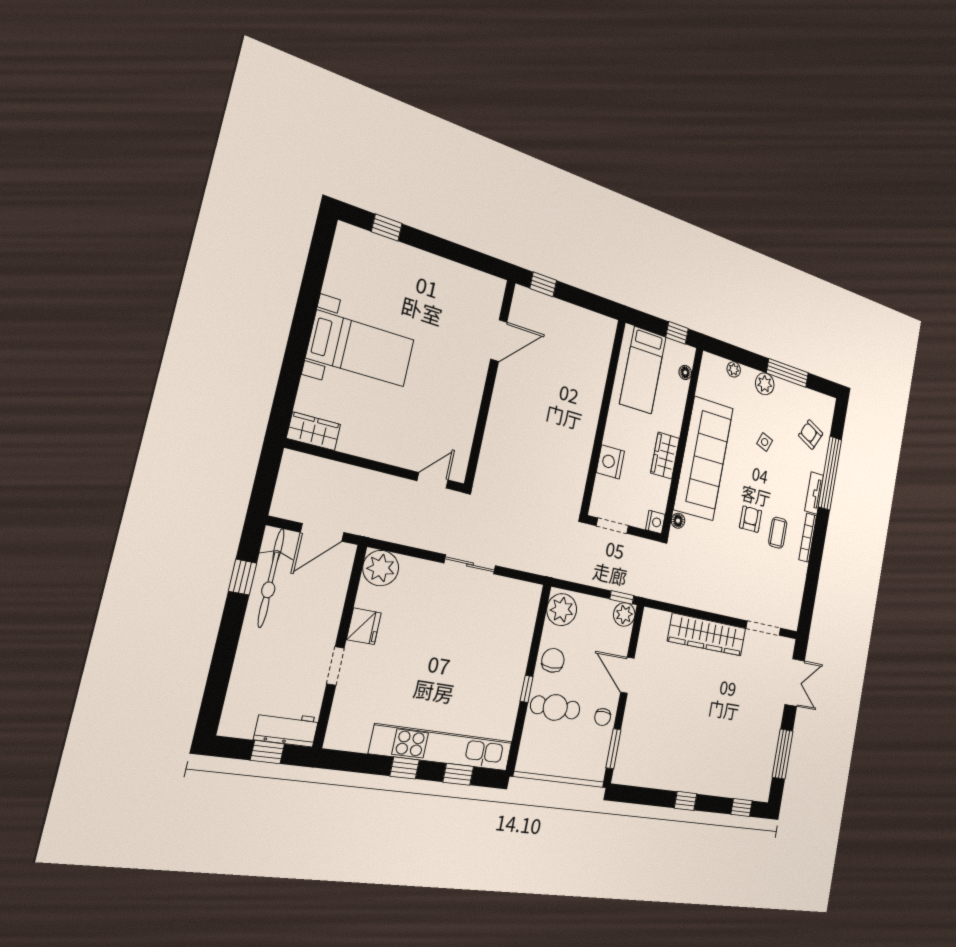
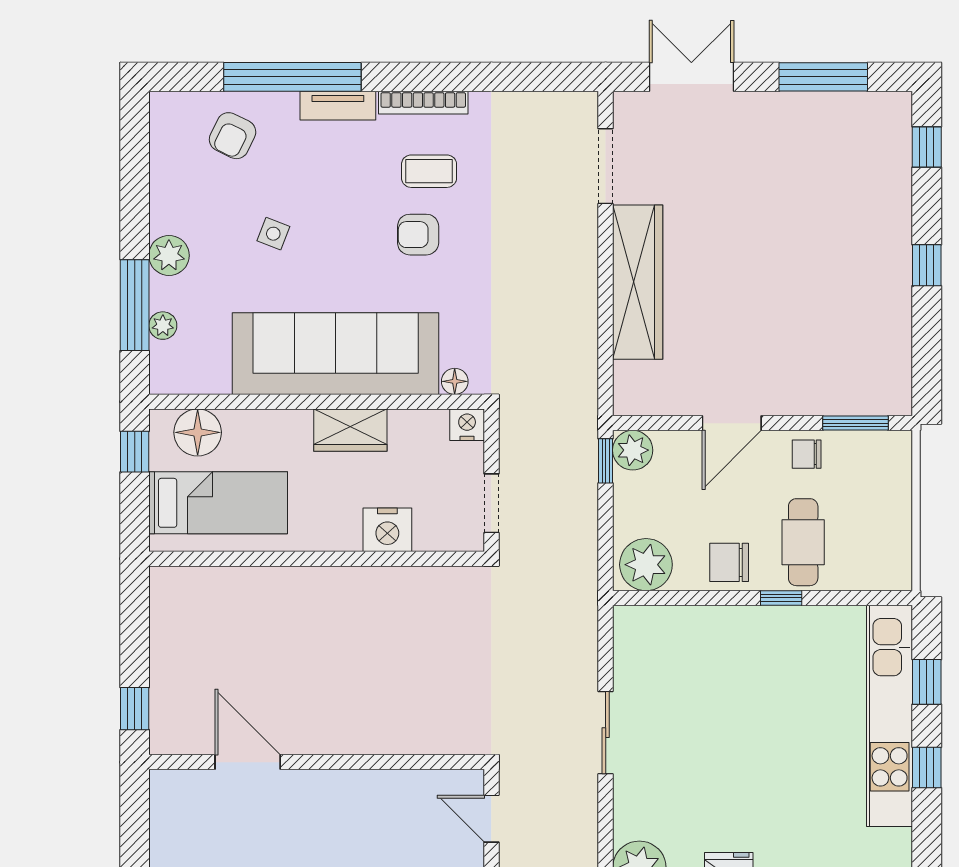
floor lamp: (685, 372) -> (198, 432), width x1.89, depth x1.89
window: (787, 373) -> (135, 305), moved
chair: (603, 717) -> (807, 454), turned 180

